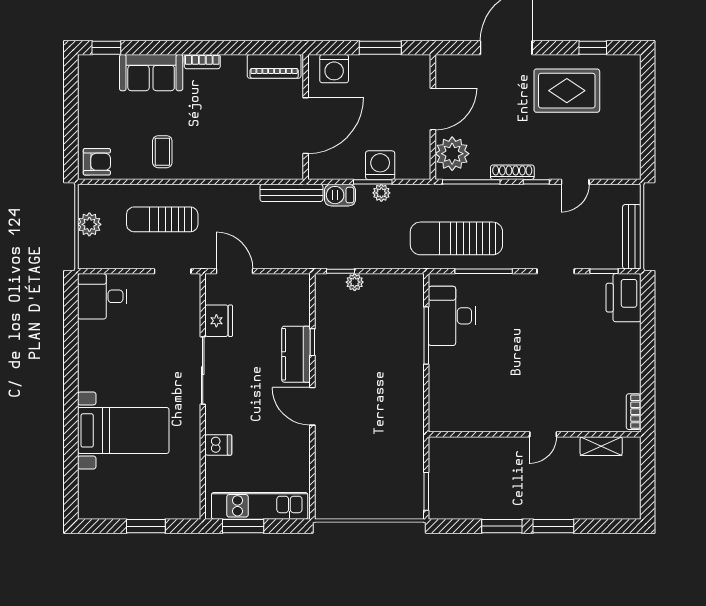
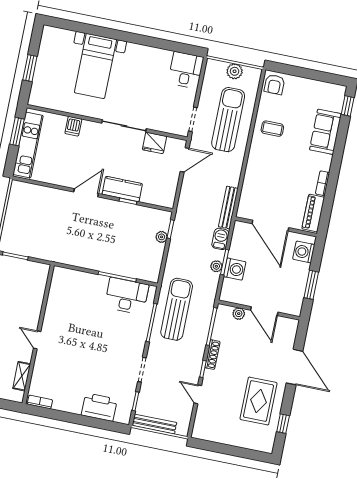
bookcase: (202, 62) -> (323, 183), moved
plant: (452, 154) -> (239, 314), width x0.53, depth x0.53
sun lounger: (162, 219) -> (228, 120), width x1.36, depth x1.34
printer: (623, 298) -> (99, 407), moved

